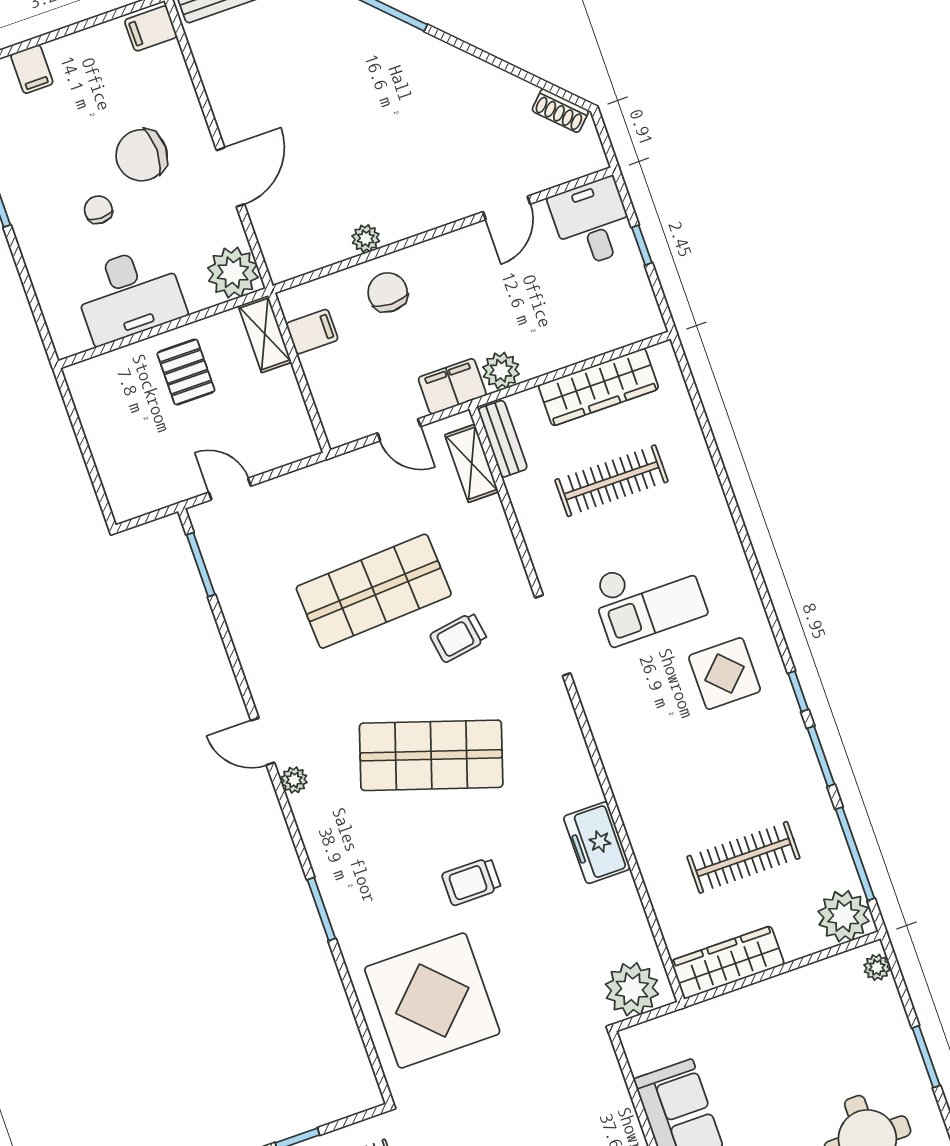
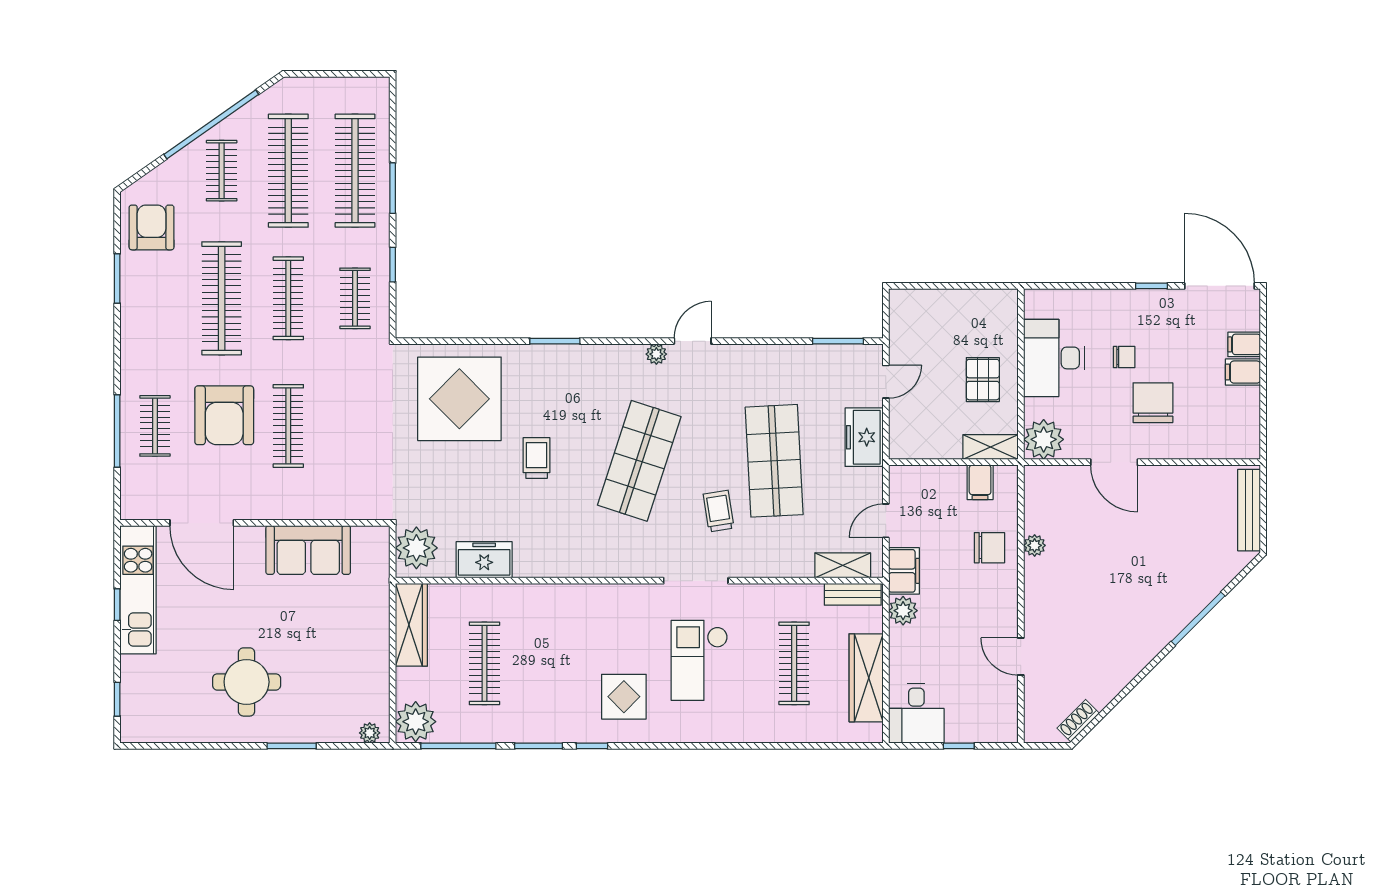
filing cabinet: (151, 28) -> (1243, 372), moved, turned -90
desk: (592, 222) -> (916, 713), moved, turned 90
pallet: (186, 372) -> (983, 380), turned 90
freezer: (307, 492) -> (864, 437), added
freezer: (597, 843) -> (484, 560), moved

